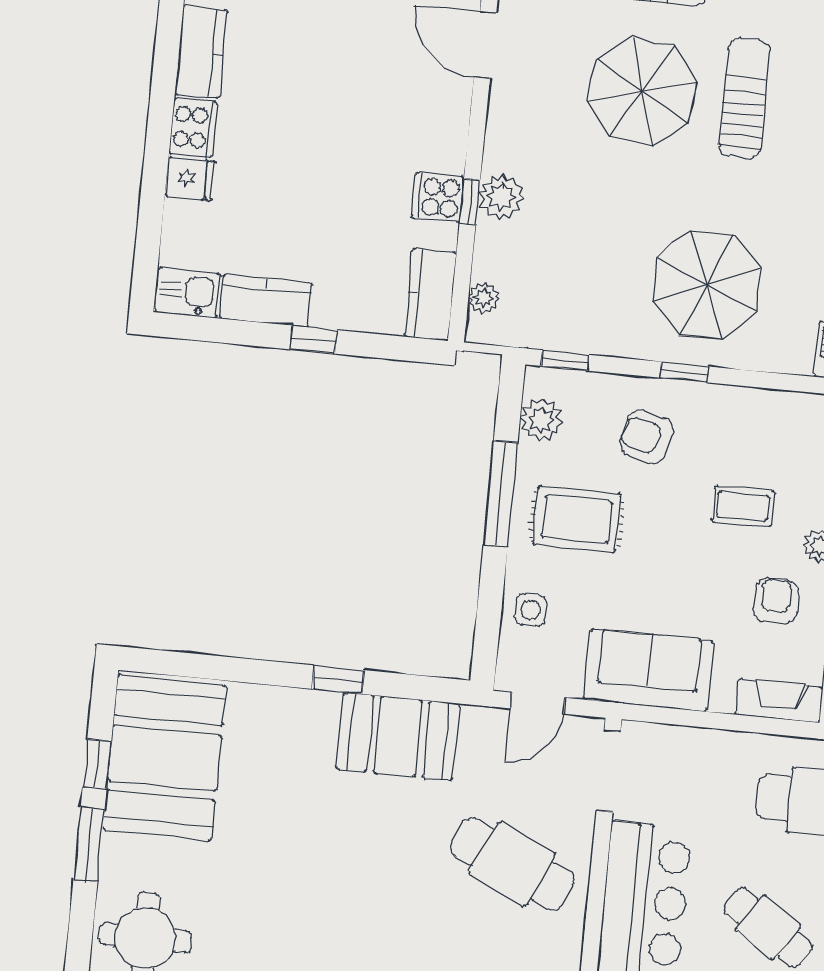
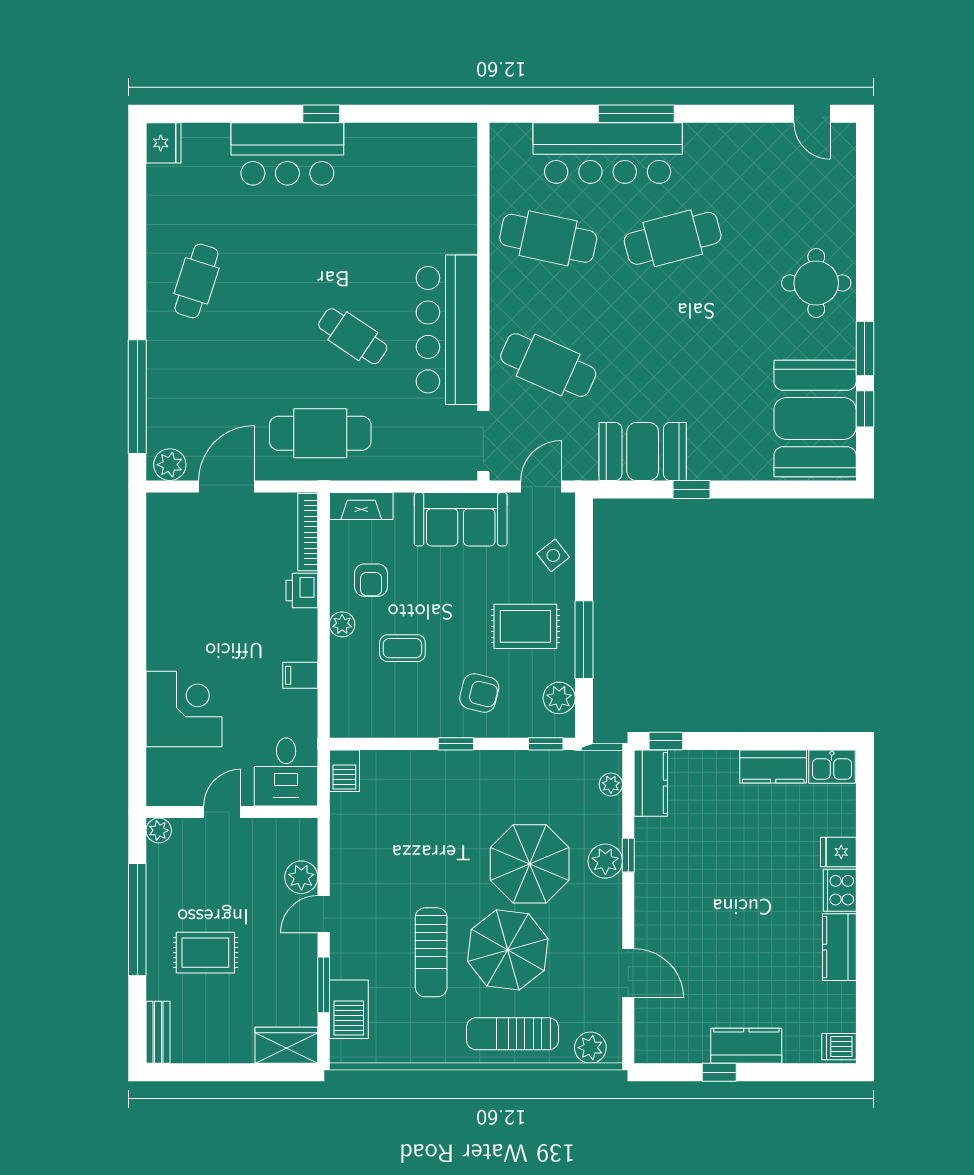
cooker: (438, 197) -> (652, 856), removed
parasol: (707, 285) -> (530, 864), moved
window: (314, 340) -> (666, 741), moved
side table: (531, 610) -> (553, 555), turned -38

